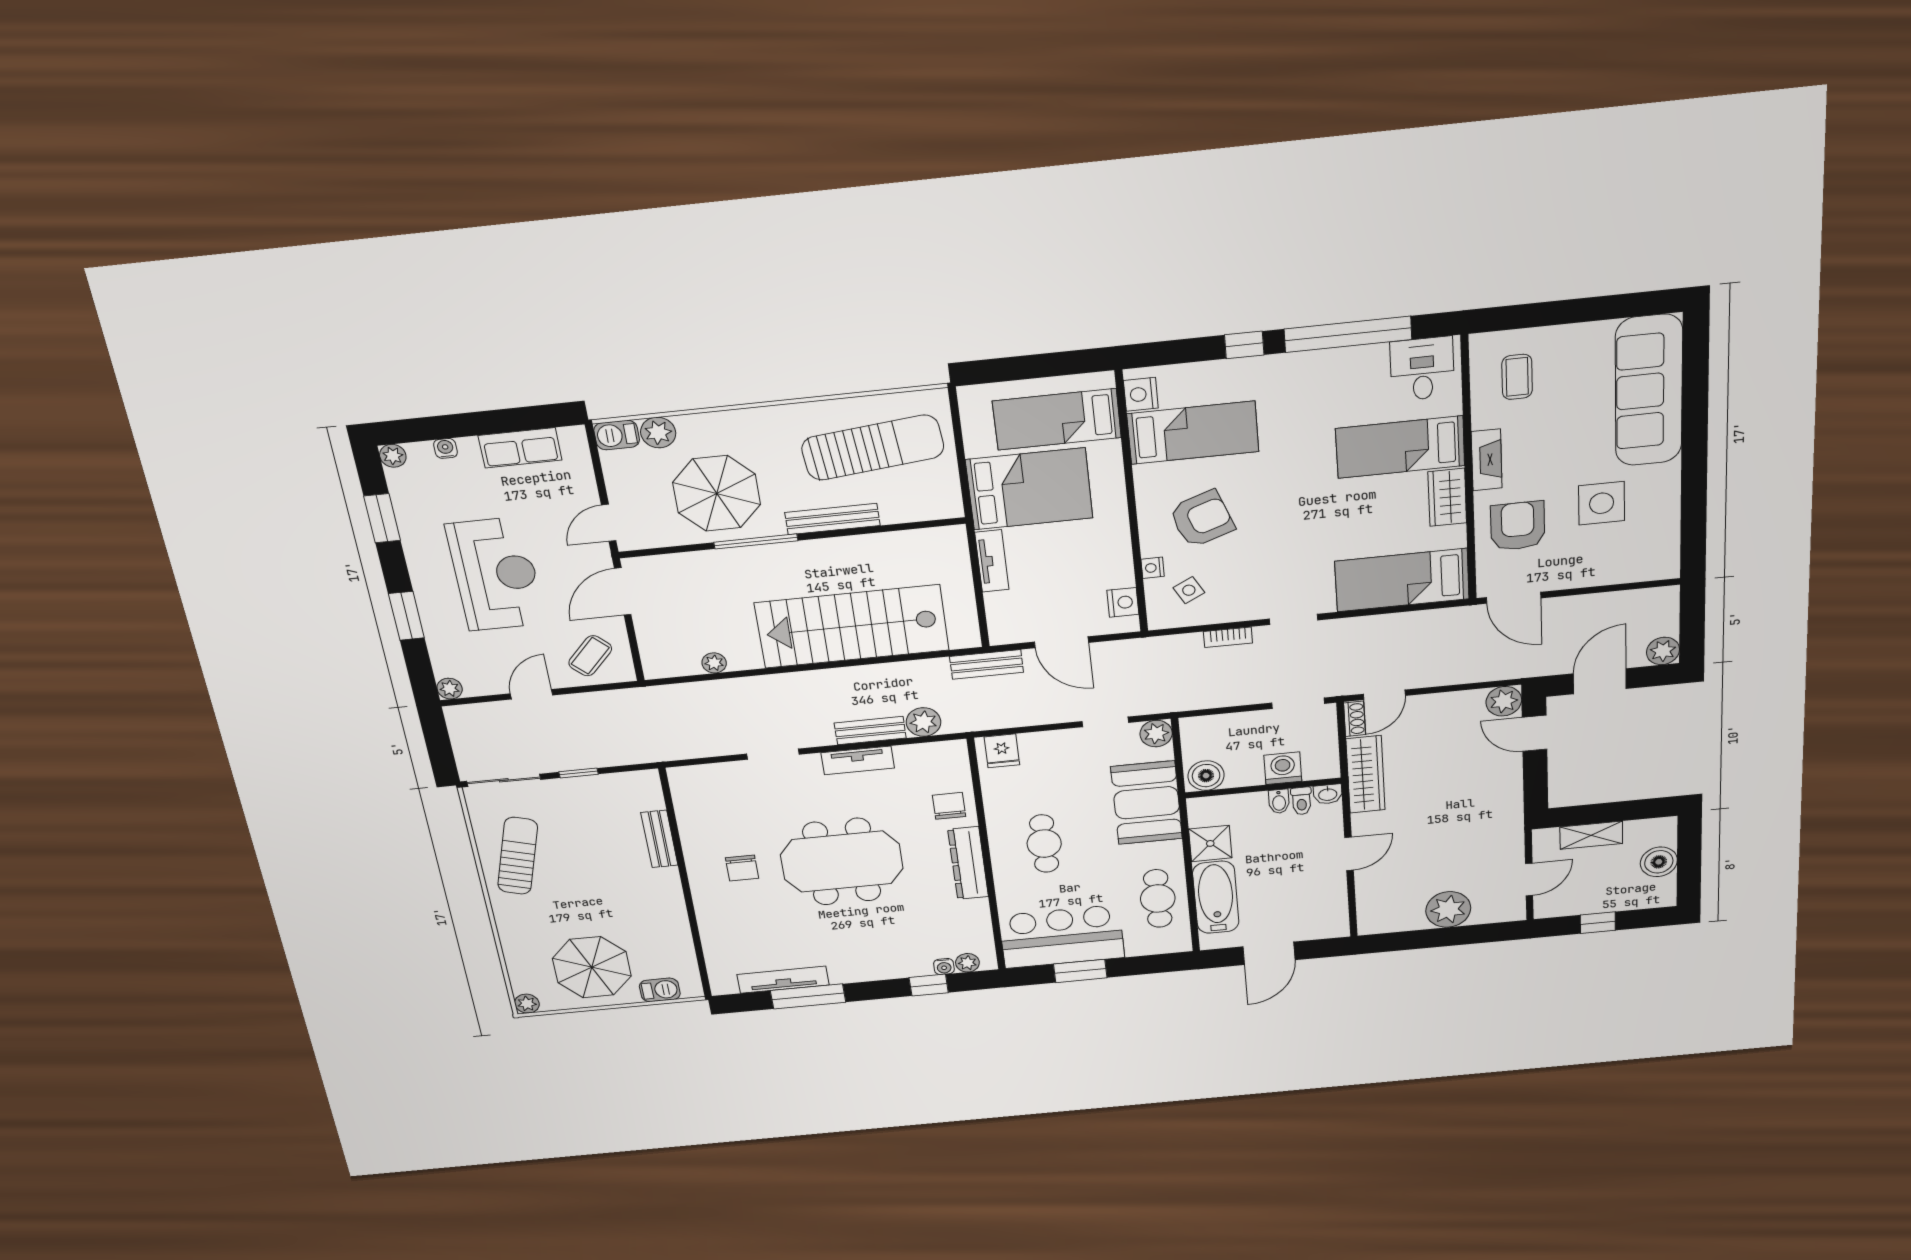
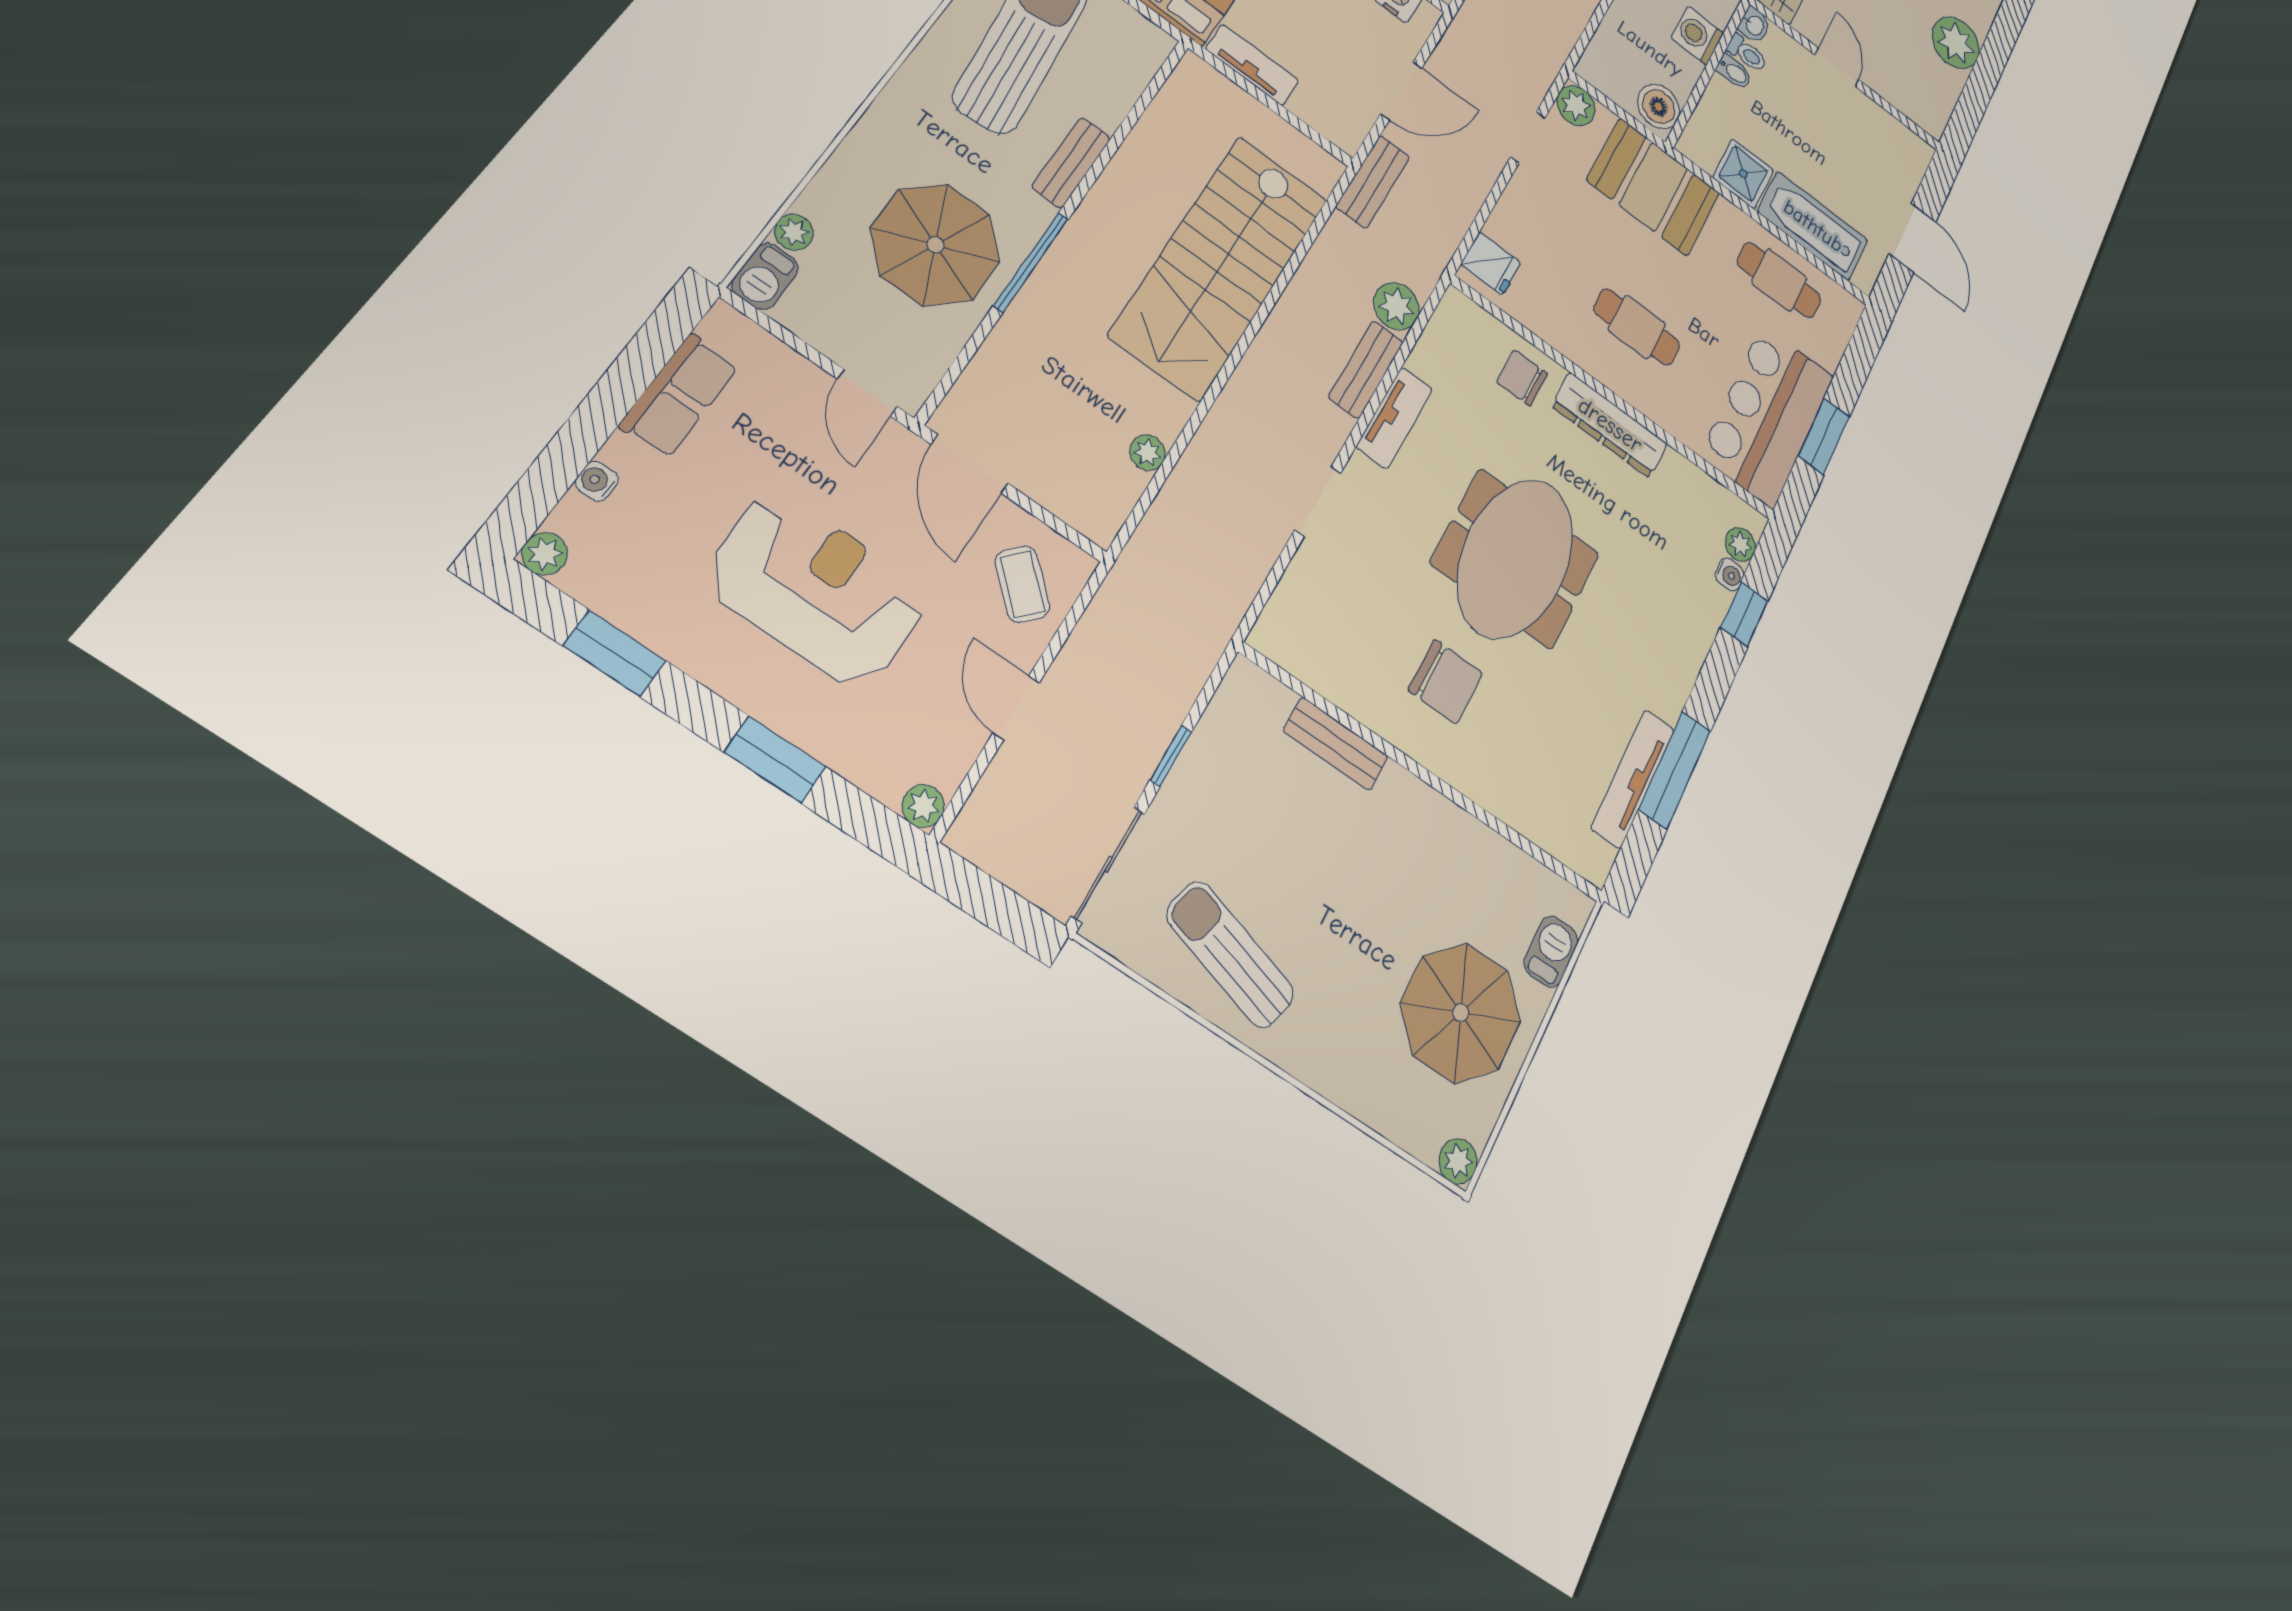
plant: (658, 433) -> (794, 232), width x0.73, depth x0.73
bench: (832, 519) -> (1071, 162), width x0.73
chair: (742, 868) -> (1446, 682), width x1.37, depth x1.37

